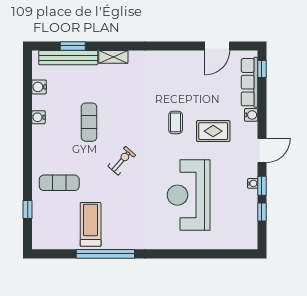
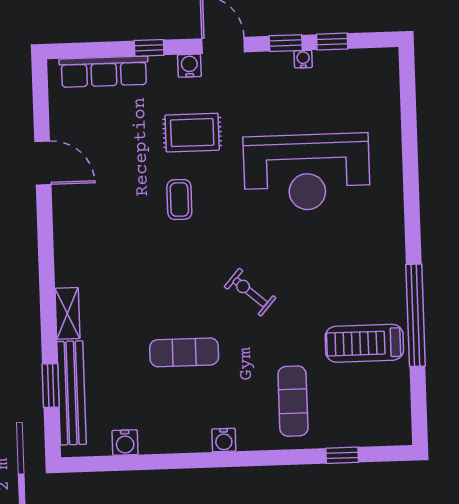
door: (217, 46) -> (43, 163), moved
window: (262, 69) -> (149, 48), moved
water cooler: (251, 115) -> (189, 66), moved
water cooler: (39, 117) -> (224, 440), moved
coffee table: (176, 122) -> (179, 200), turned 90
rug: (213, 131) -> (192, 133), turned 90
water cooler: (253, 183) -> (303, 59), moved

